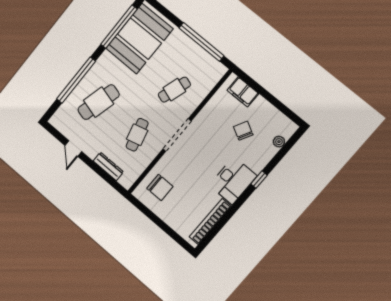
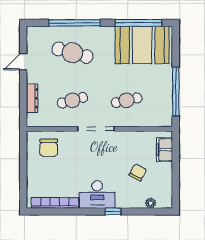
cafe table: (174, 90) -> (127, 100), turned -30

